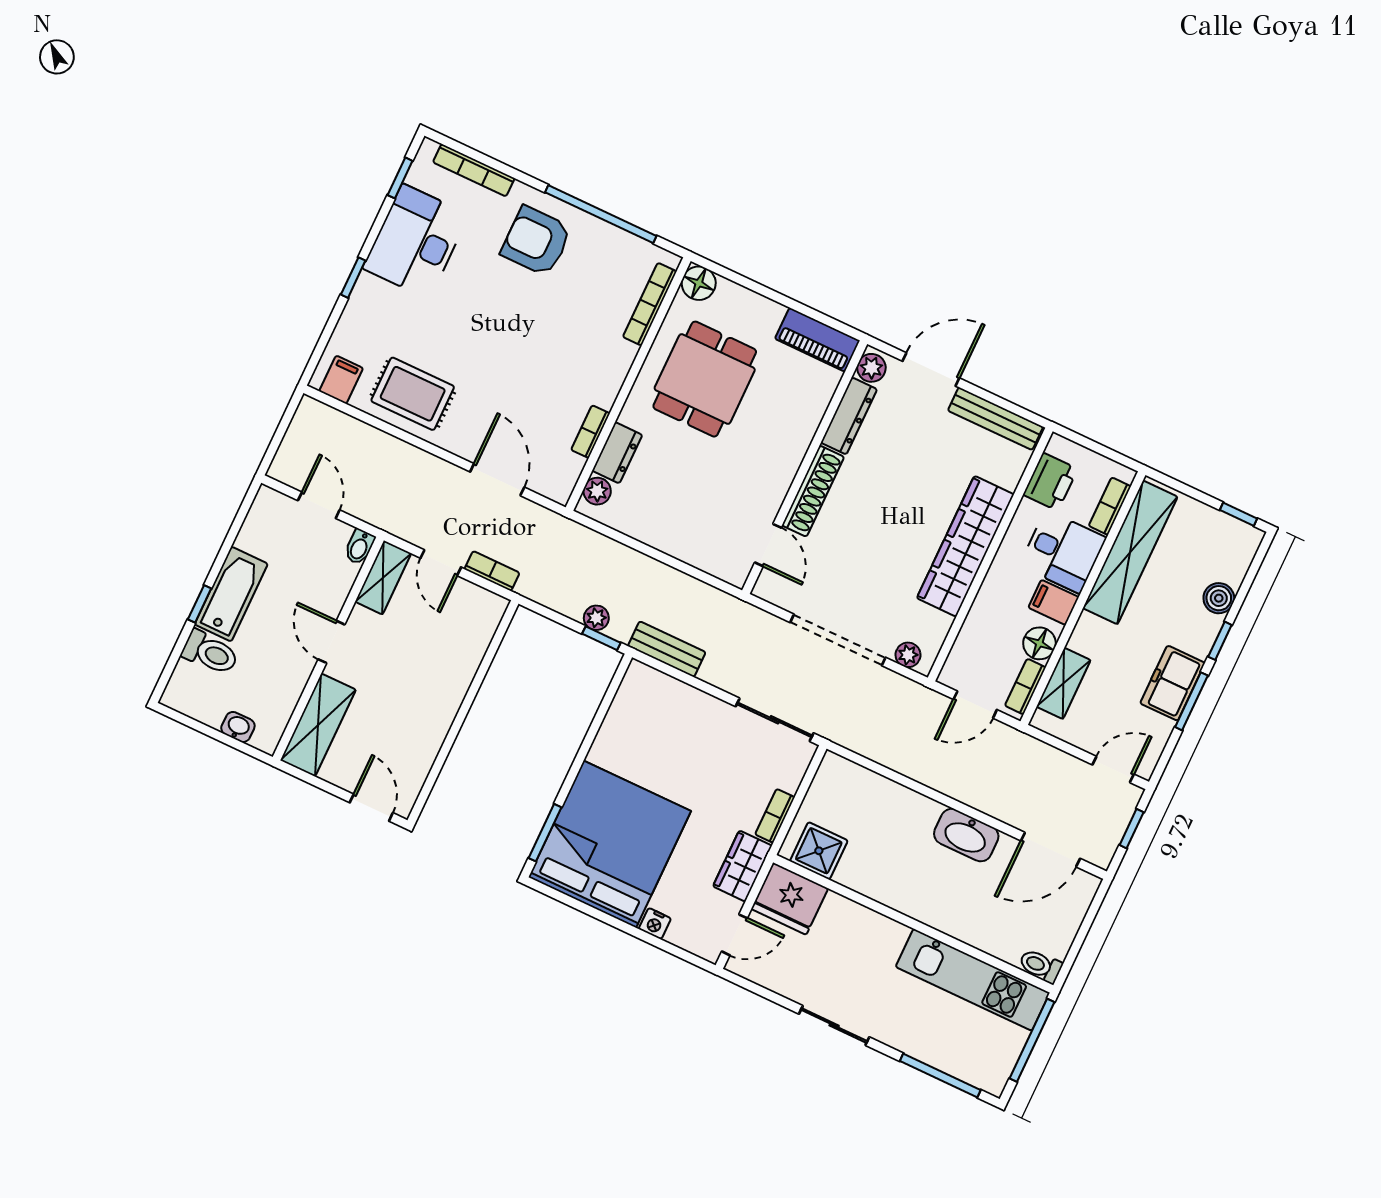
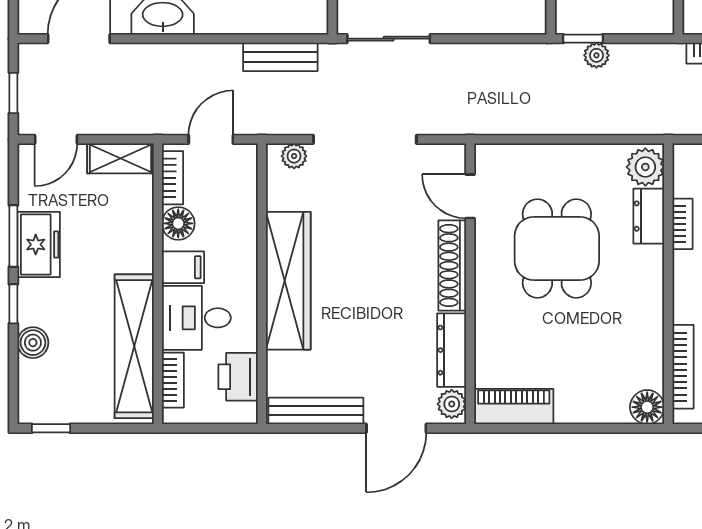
dining table: (705, 379) -> (557, 248), moved
plant: (597, 491) -> (645, 167), width x1.38, depth x1.38
bench: (667, 649) -> (280, 57), moved
shelving: (1064, 683) -> (120, 158), moved, turned 90

